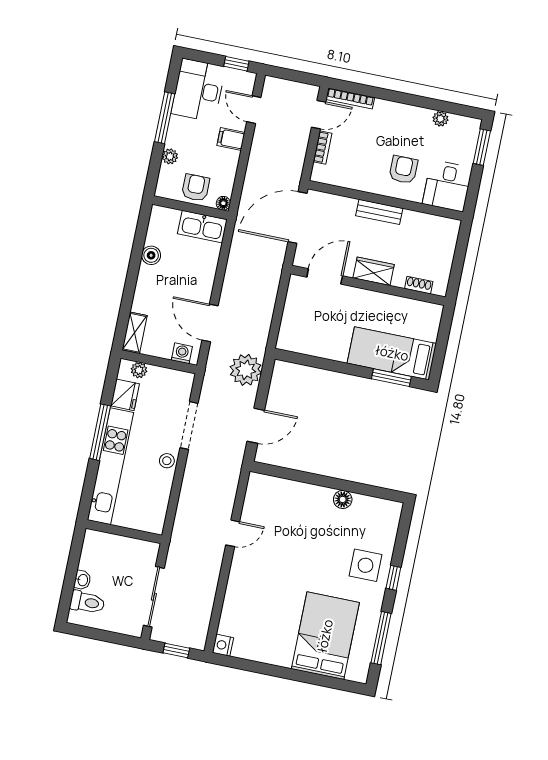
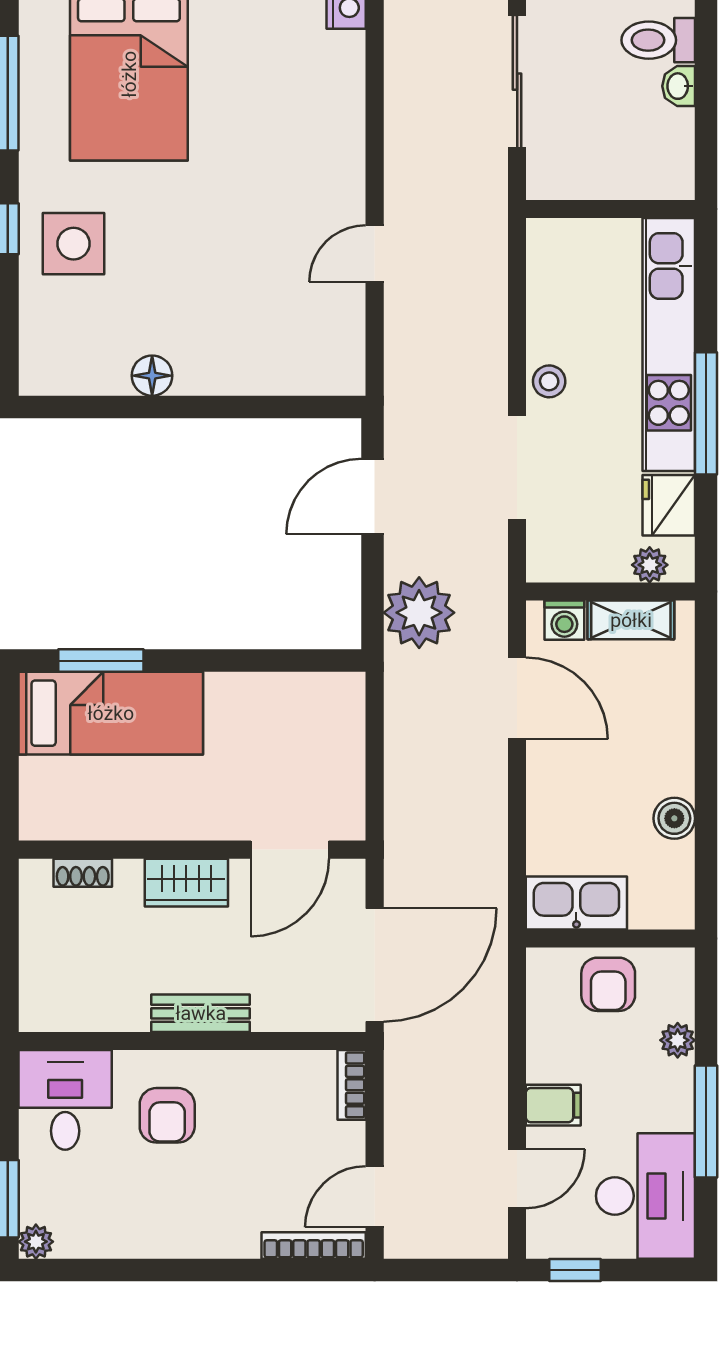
door: (254, 110) -> (517, 1179), hinge flipped
plant: (440, 119) -> (36, 1242), moved
bookcase: (322, 147) -> (352, 1085), moved
floor lamp: (223, 203) -> (541, 963), removed
shelving: (135, 333) -> (631, 620), moved, turned 90

